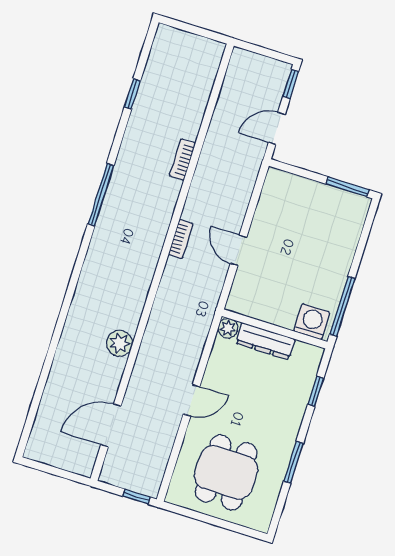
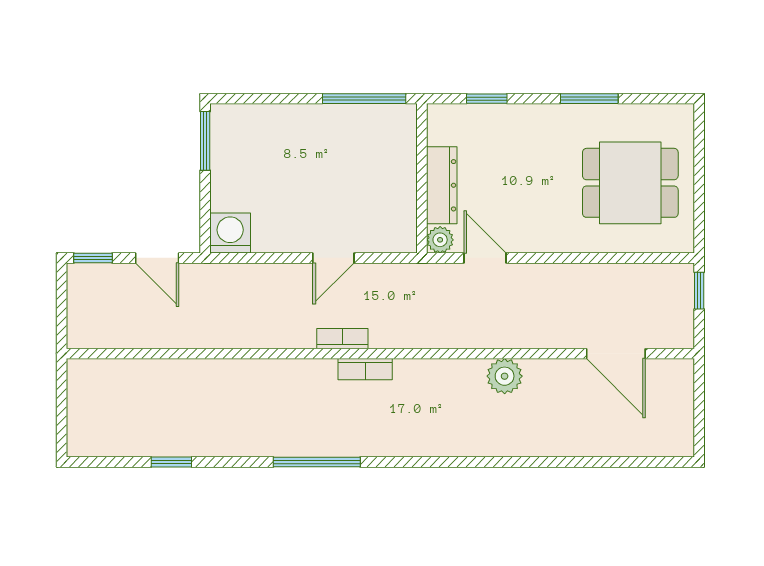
bookcase: (182, 159) -> (365, 369), moved
washing machine: (312, 322) -> (230, 233), moved, turned 90
door: (192, 400) -> (485, 258), moved

